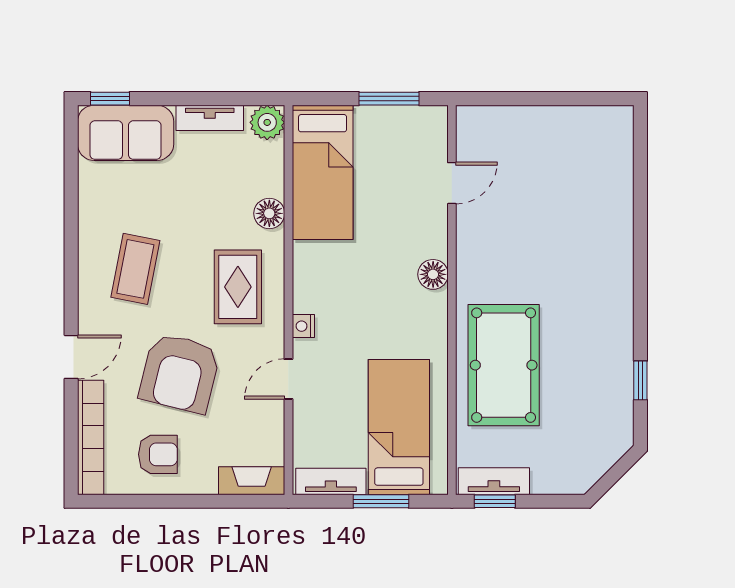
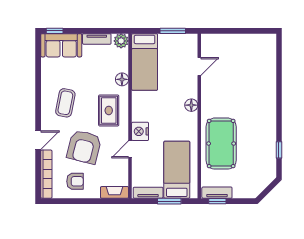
nightstand: (303, 326) -> (140, 131), width x1.89, depth x1.79

